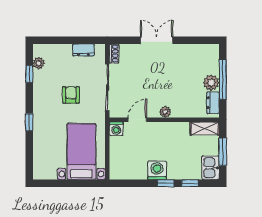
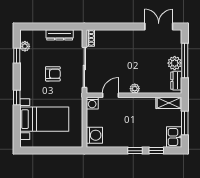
double door: (157, 40) -> (159, 26), moved
dresser: (83, 50) -> (60, 35), width x1.44
armchair: (71, 95) -> (53, 74), turned 90
bed with nightstands: (81, 152) -> (44, 119), moved, turned 90
washing machine: (157, 170) -> (94, 135), moved, turned 90

